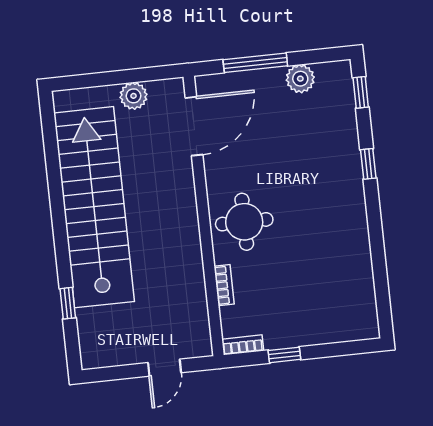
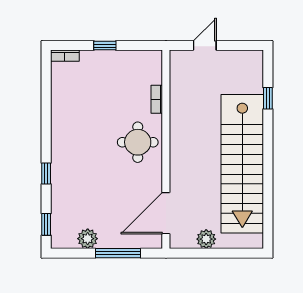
bookcase: (243, 345) -> (65, 56), moved
window: (284, 355) -> (105, 46), moved

